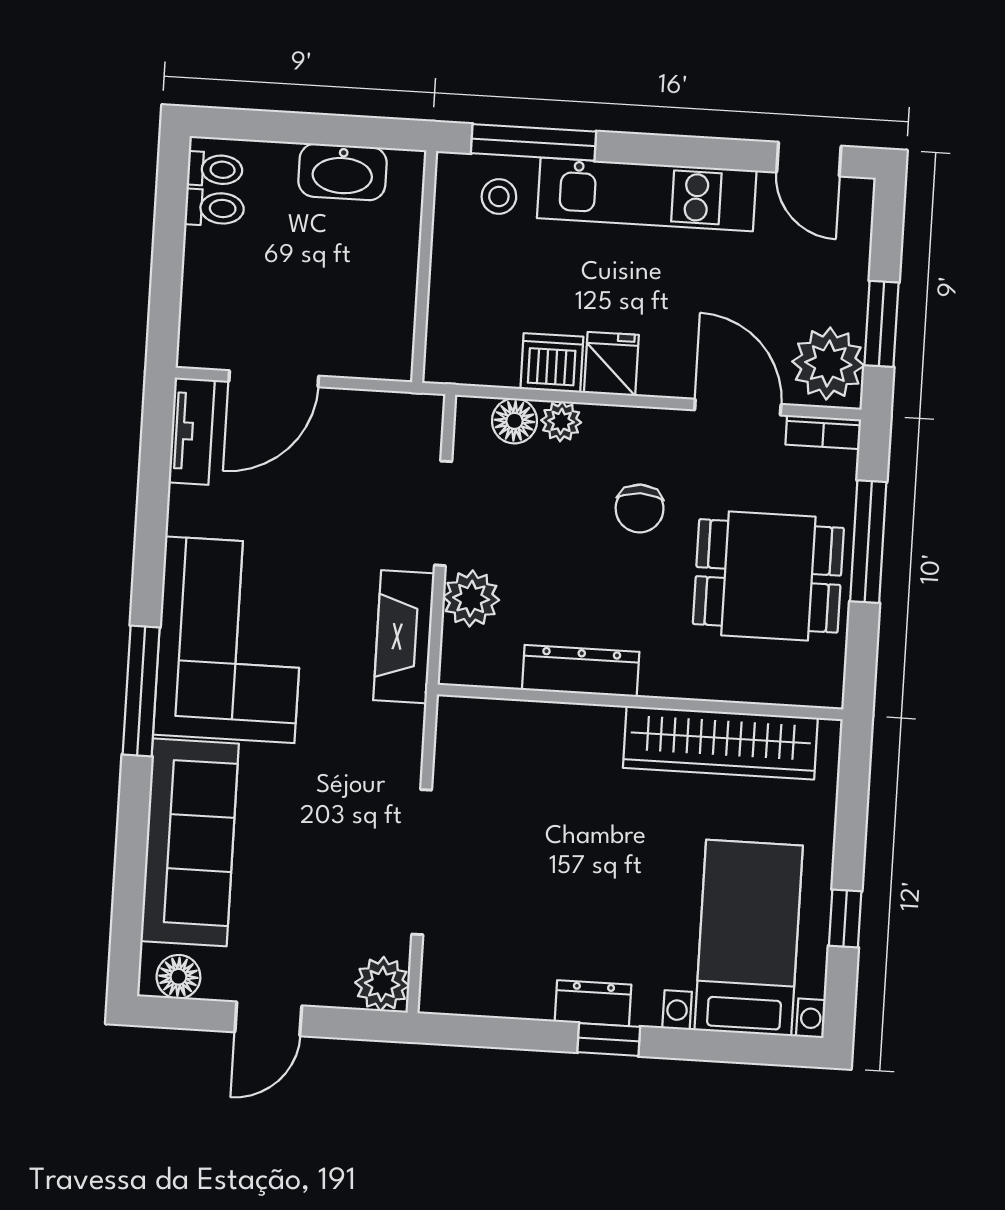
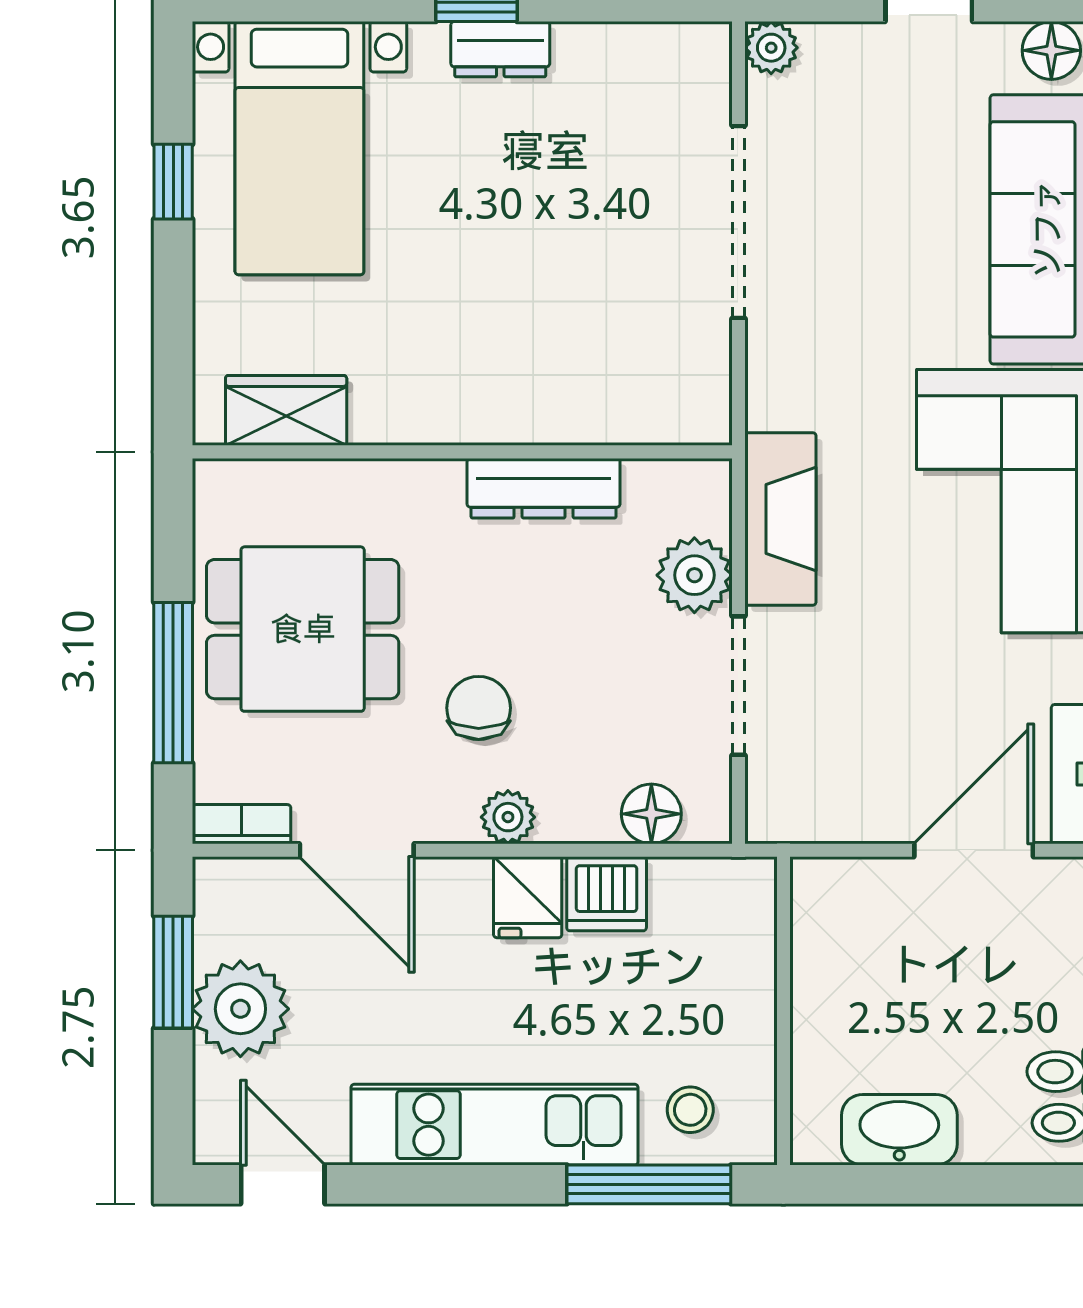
plant: (828, 364) -> (240, 1009), moved
plant: (561, 421) -> (508, 817), moved
wardrobe: (720, 743) -> (286, 410), width x0.48, depth x0.85
plant: (382, 984) -> (771, 48), width x0.73, depth x0.73

